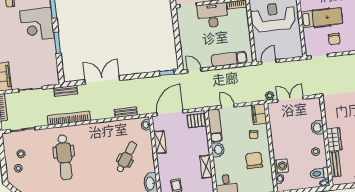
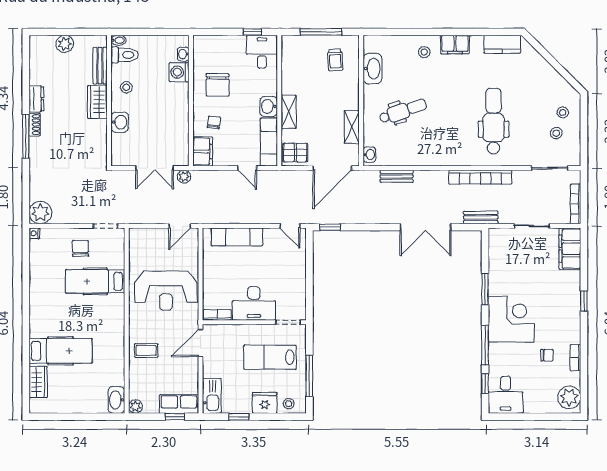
dental chair: (127, 157) -> (403, 111), turned -143
shelving: (206, 167) -> (289, 112), moved

